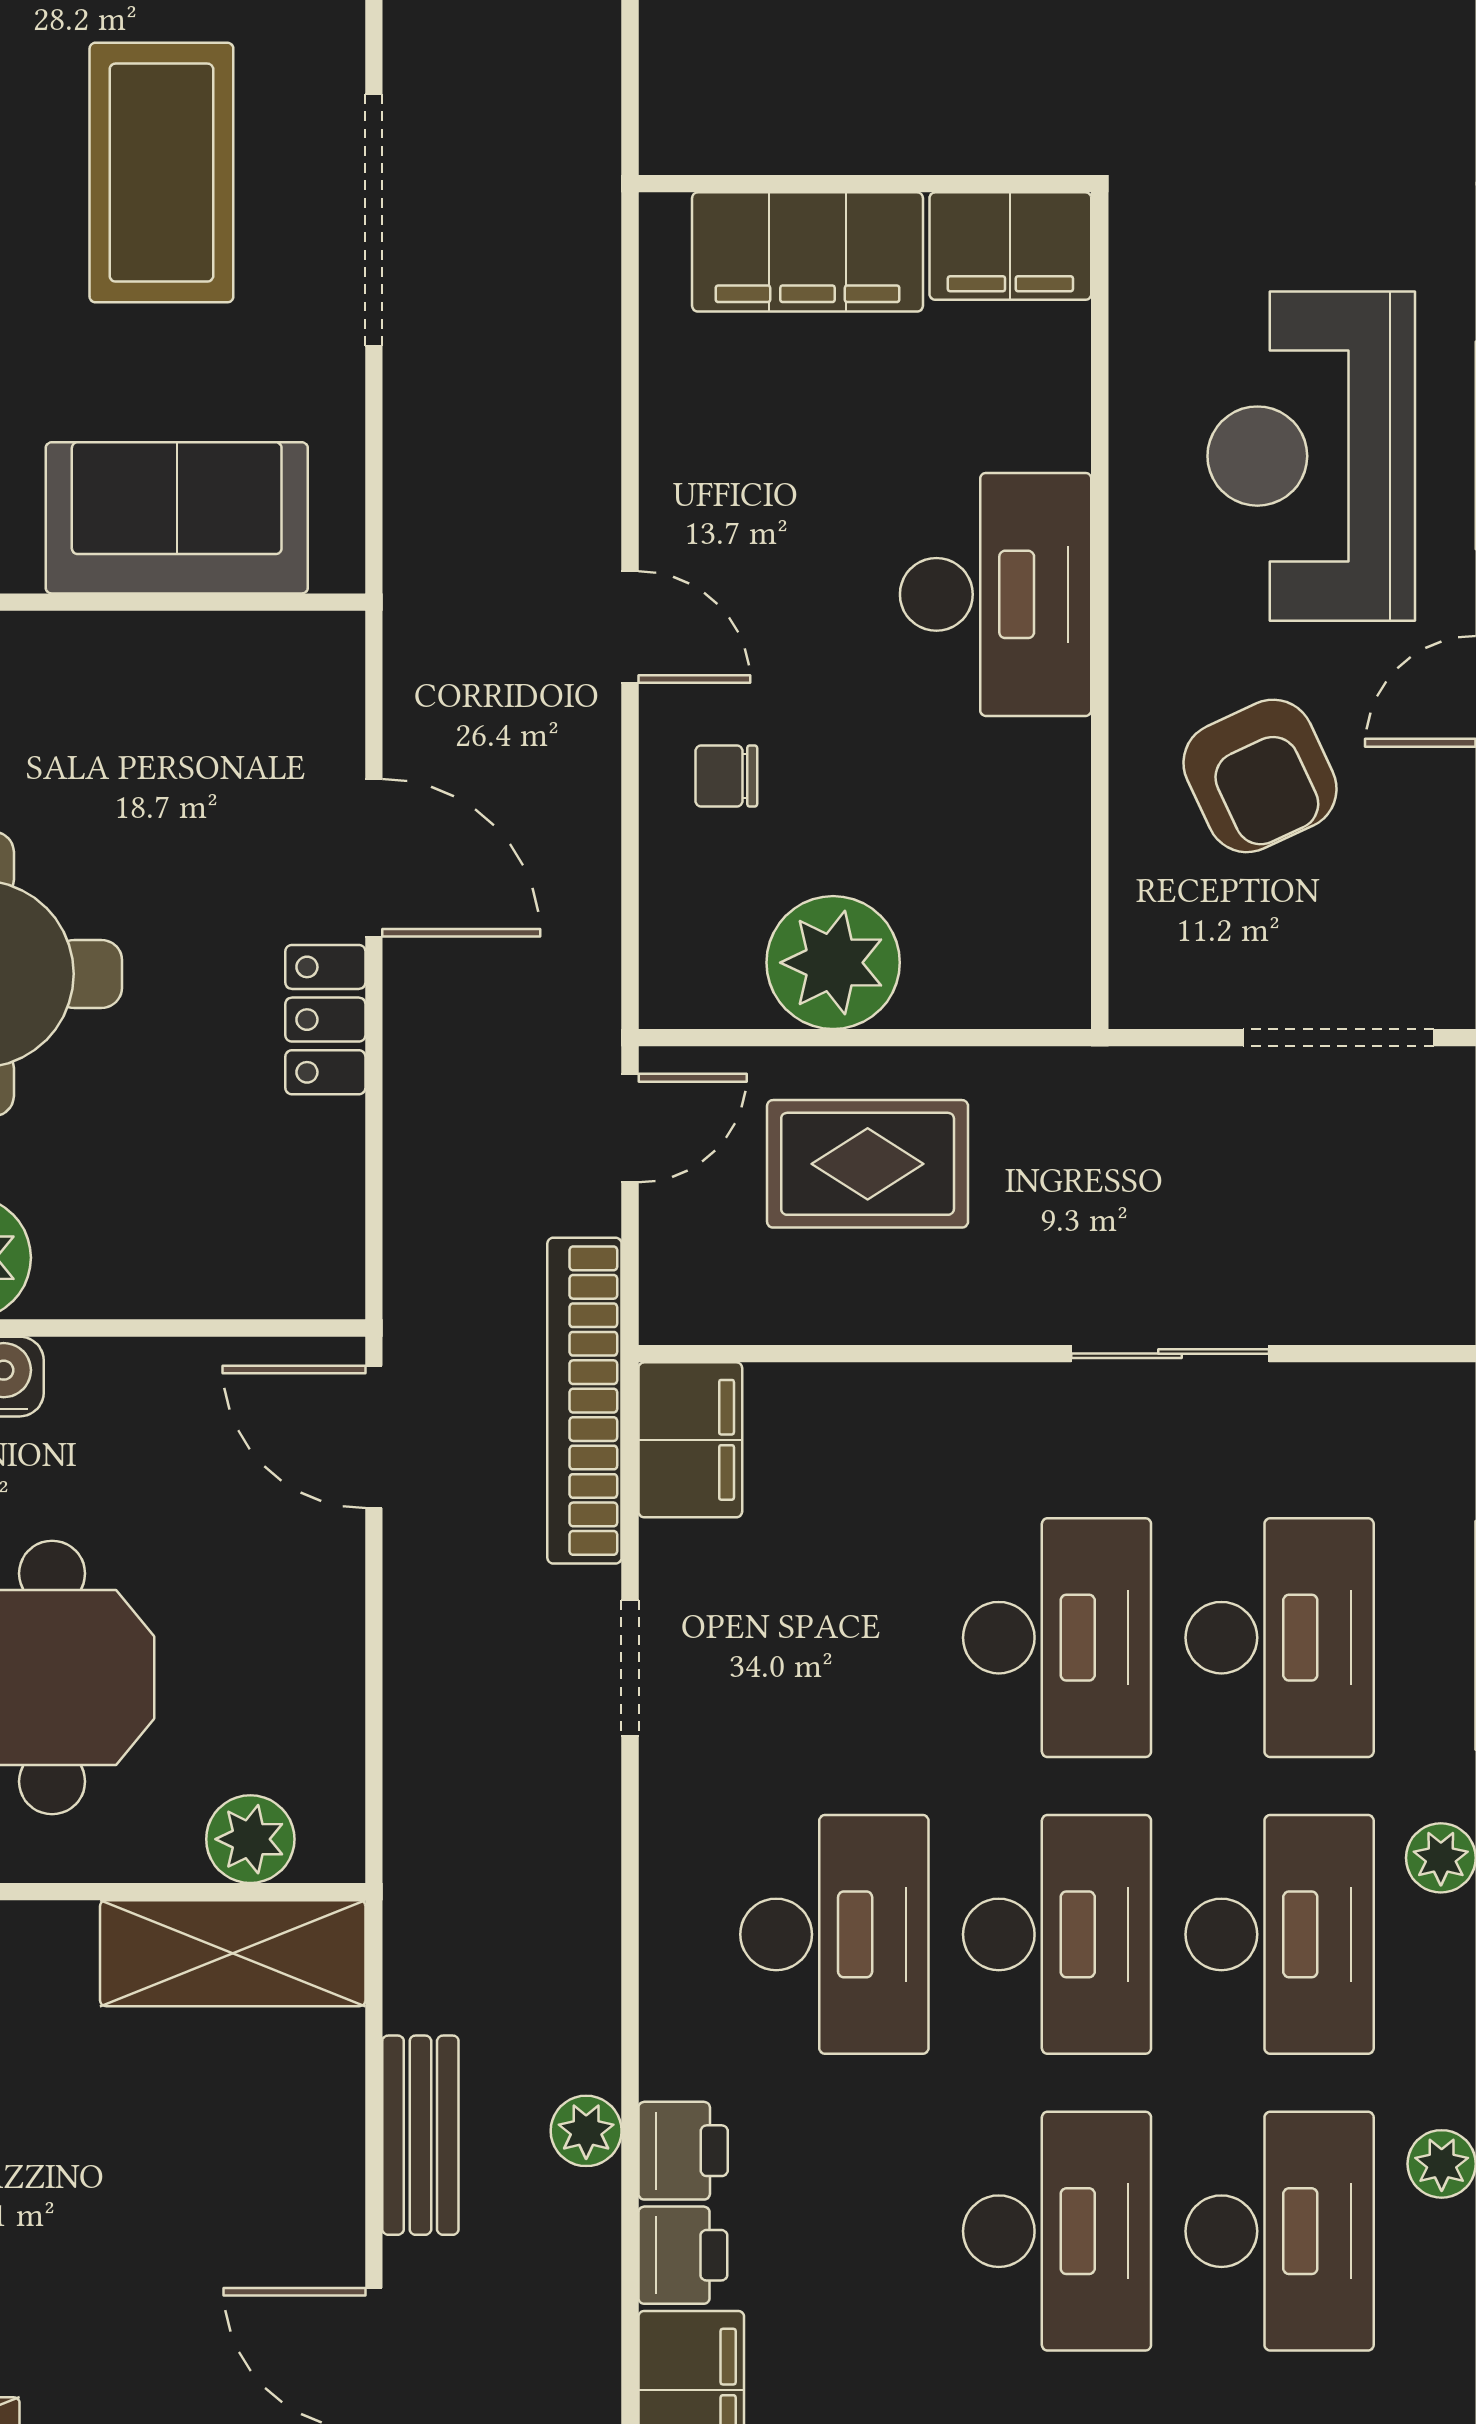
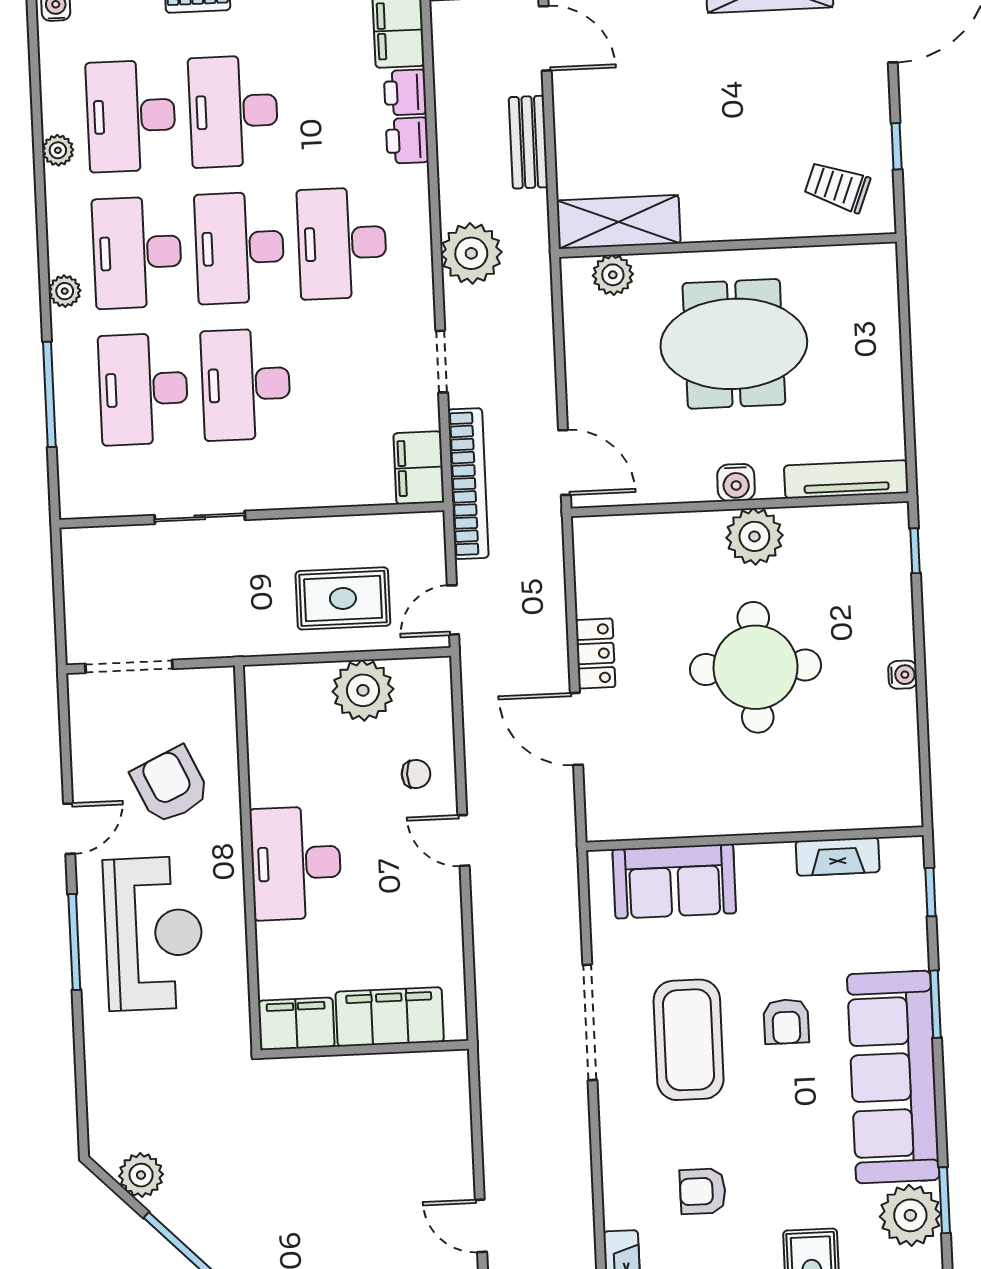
plant: (586, 2131) -> (471, 253), moved, width x1.88, depth x1.88

